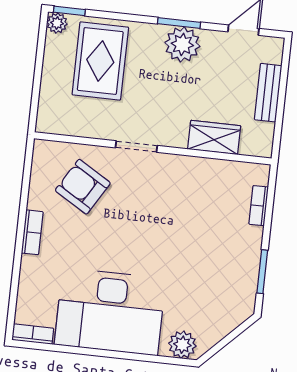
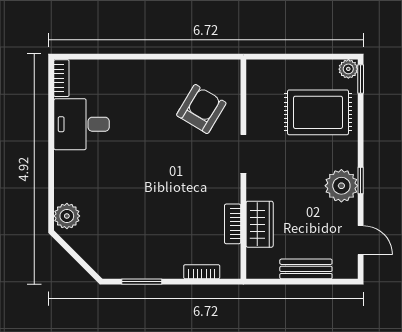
window: (179, 23) -> (361, 180), width x0.67
bookcase: (32, 232) -> (233, 224), moved, turned 90
desk: (110, 312) -> (82, 124), width x0.53, depth x0.77

